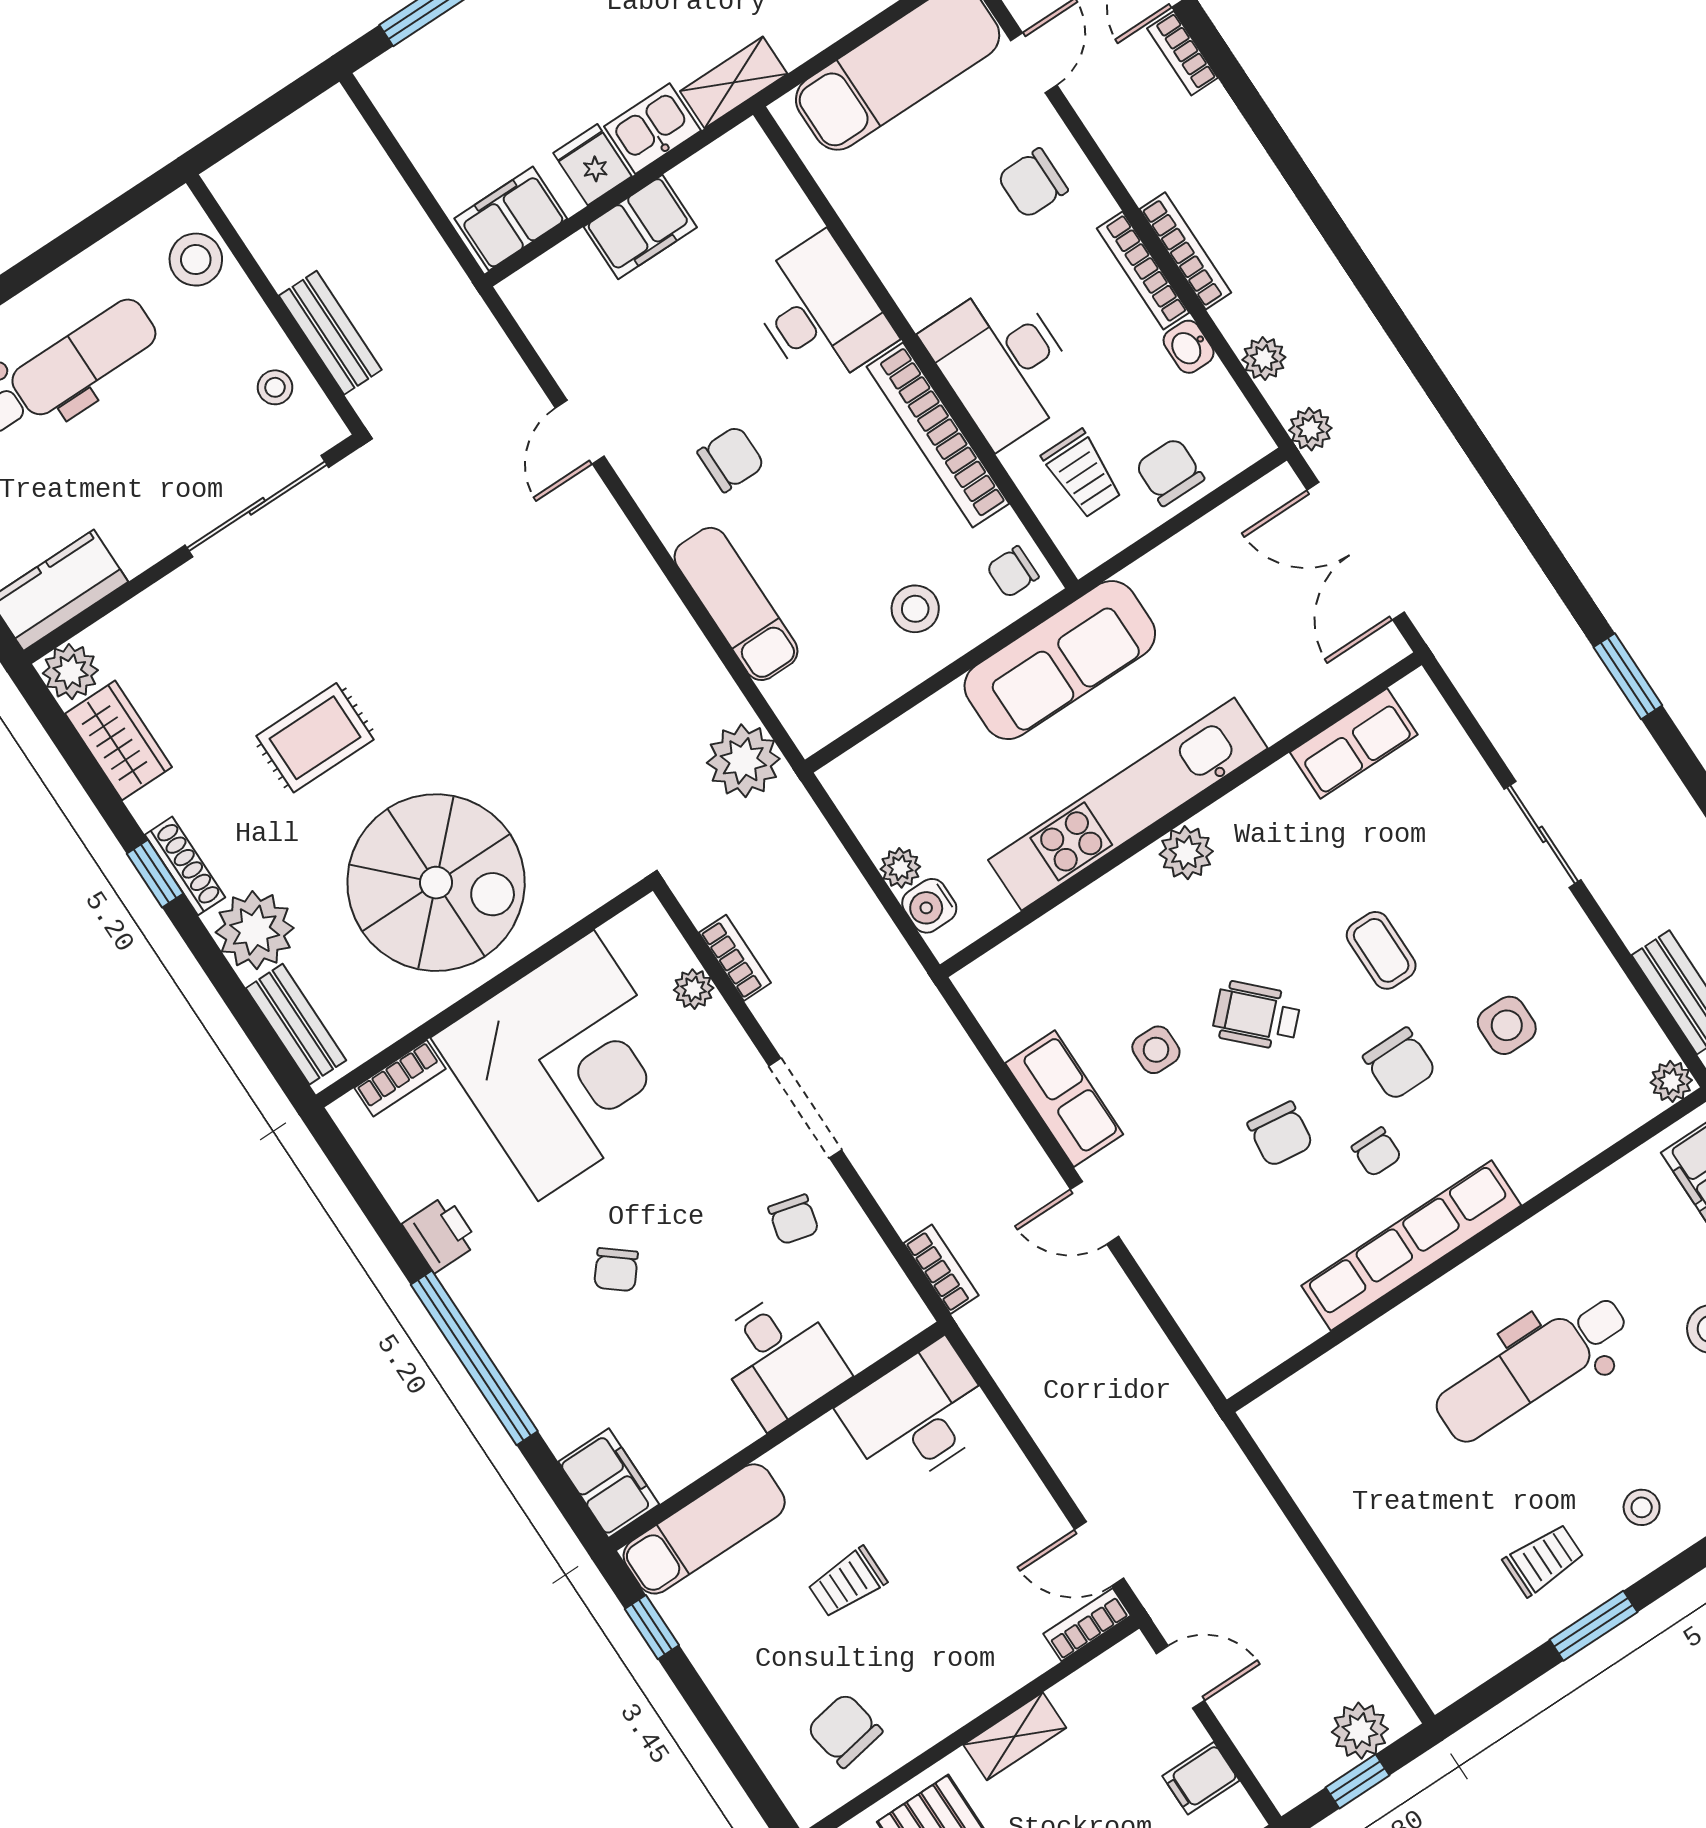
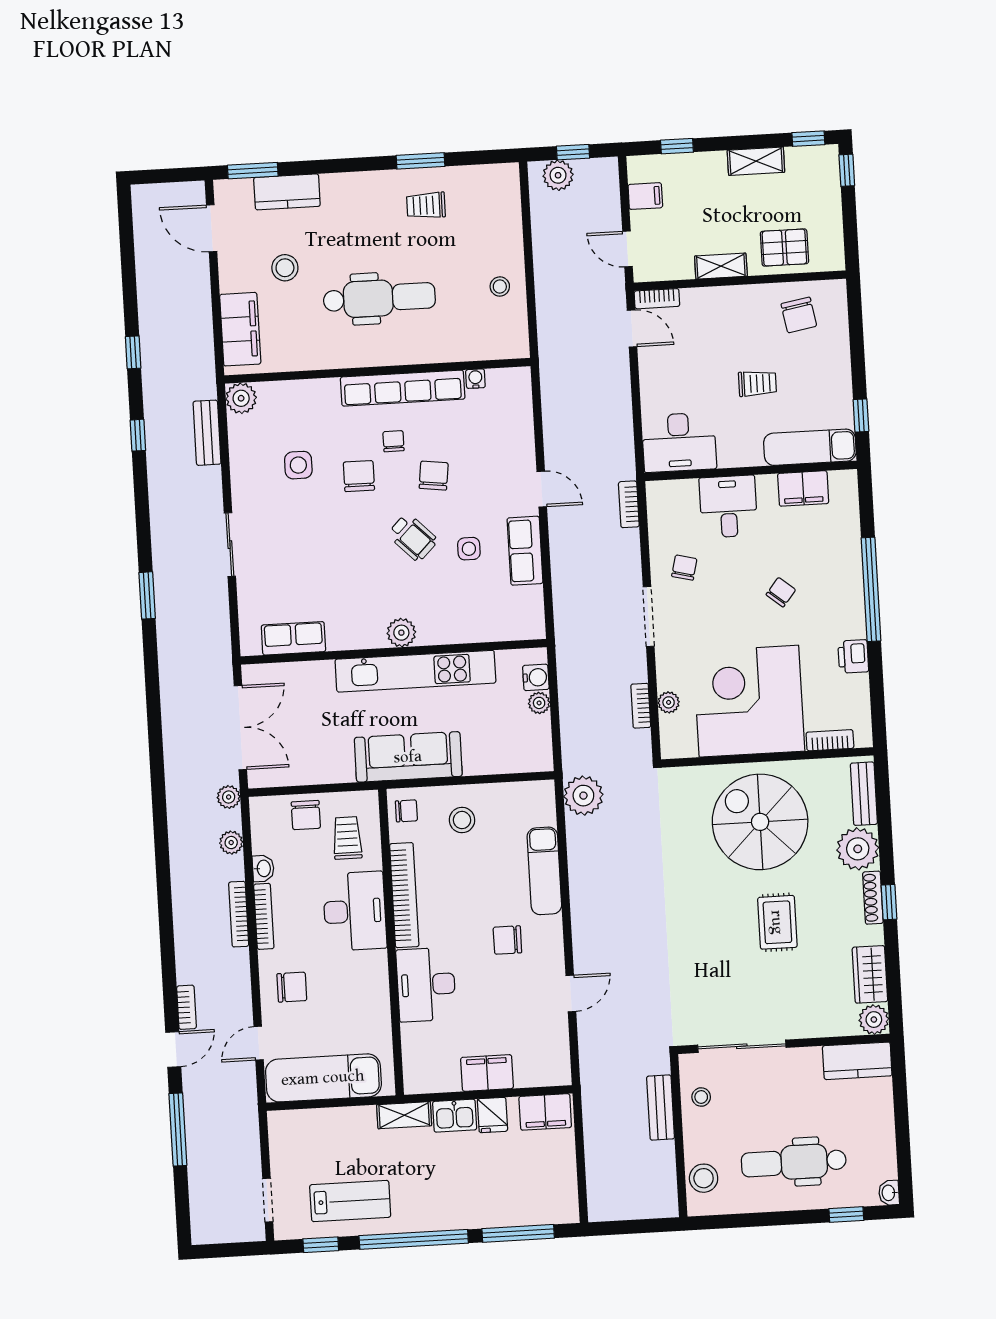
rug: (315, 738) -> (777, 922), turned 90
coffee table: (1381, 950) -> (337, 534), removed
plant: (1671, 1081) -> (241, 398), width x1.38, depth x1.38
water cooler: (1303, 1328) -> (475, 379), added
filing cabinet: (609, 1483) -> (803, 488), moved, turned -90
stool: (1642, 1507) -> (500, 286), moved

